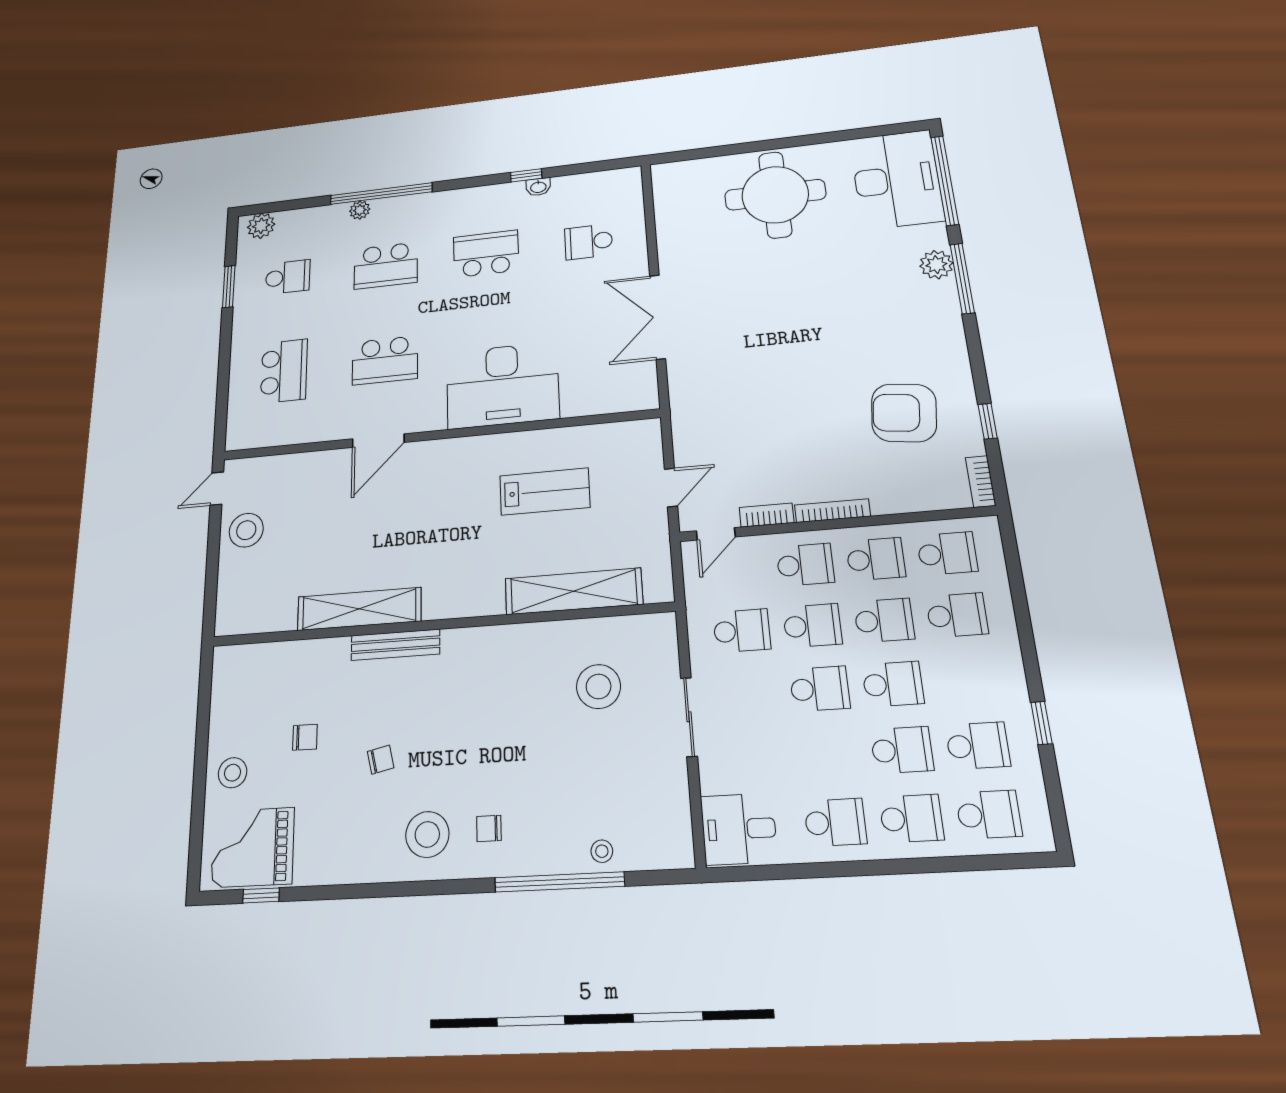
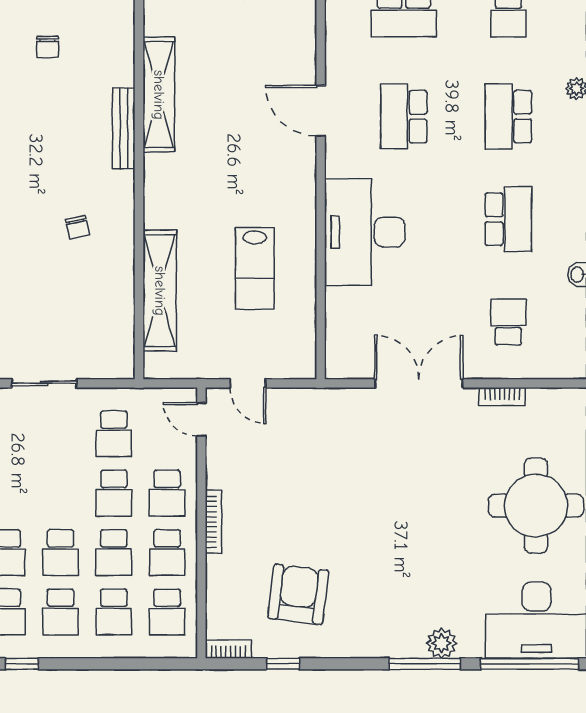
bookcase: (766, 515) -> (502, 397), moved, turned 90
stool: (599, 686) -> (75, 308), removed
school desk: (820, 689) -> (60, 612), moved
chair: (381, 760) -> (77, 227), moved

